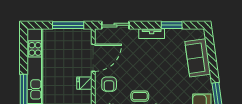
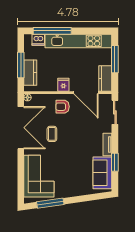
window: (68, 25) -> (115, 59), moved
kitchen counter: (77, 36) -> (105, 79), added
sofa: (198, 58) -> (102, 173), moved, turned -82

